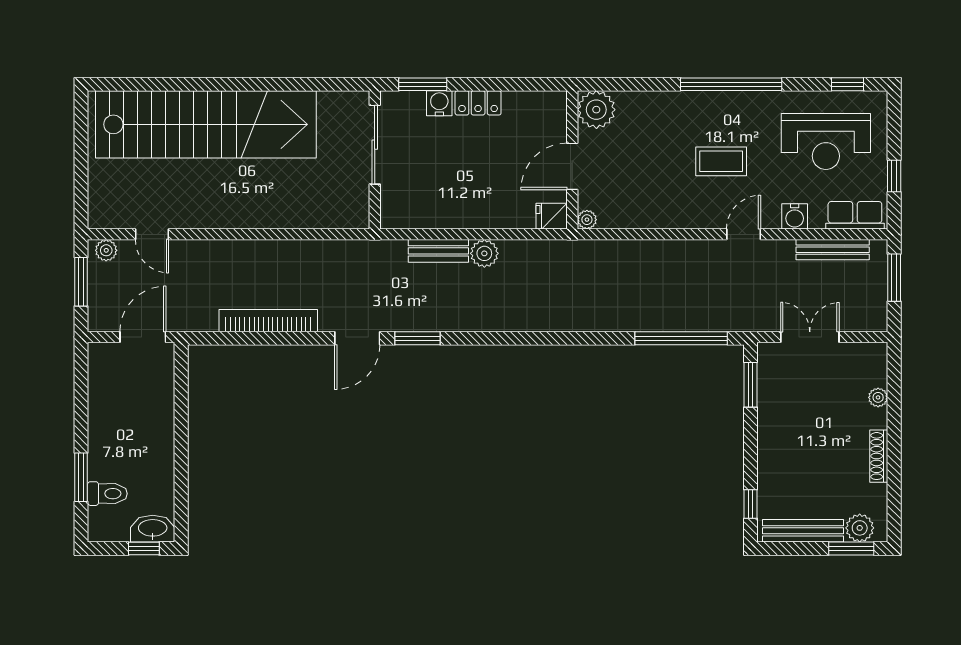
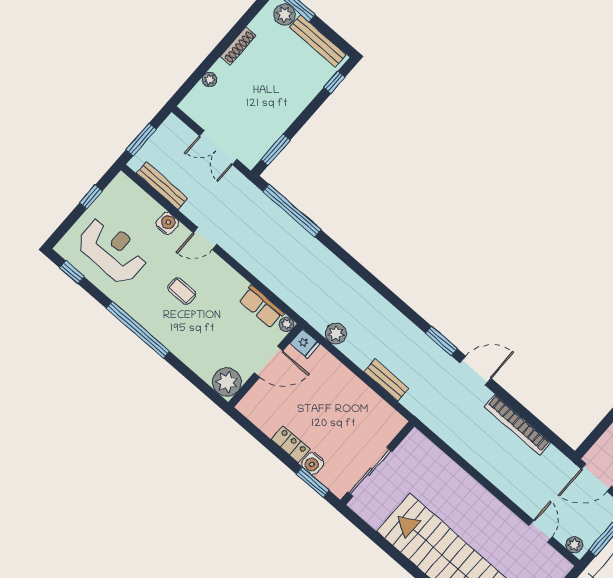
coffee table: (721, 161) -> (182, 291), width x0.73, depth x0.77
row of seats: (855, 215) -> (261, 307), moved
plant: (484, 253) -> (336, 334), moved

